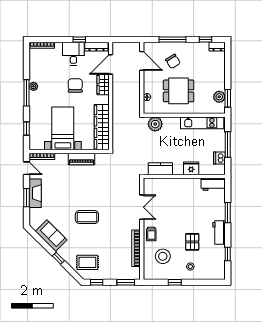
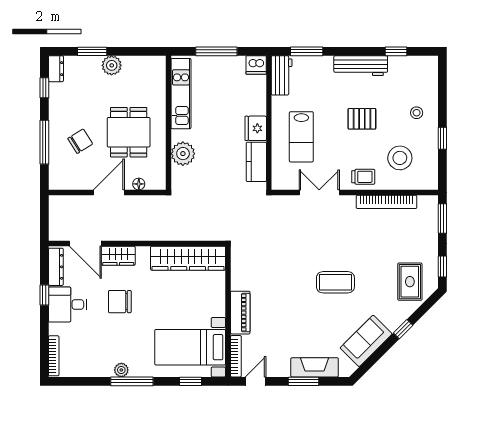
door: (142, 61) -> (109, 193), moved
plant: (219, 97) -> (112, 65), moved
window: (228, 98) -> (92, 51), moved
plant: (155, 124) -> (183, 154), moved
bed with nightstands: (63, 128) -> (190, 347), moved
dishwasher: (219, 158) -> (256, 65), moved
piano: (82, 159) -> (240, 313), moved
fridge: (191, 168) -> (256, 128), moved
fireplace: (35, 193) -> (315, 367), moved
lab bench: (176, 196) -> (301, 137), added
window: (228, 213) -> (307, 51), moved
coffee table: (87, 217) -> (335, 282), turned 90
workbench: (219, 232) -> (361, 66), width x1.37
pallet: (192, 242) -> (362, 119), moved

